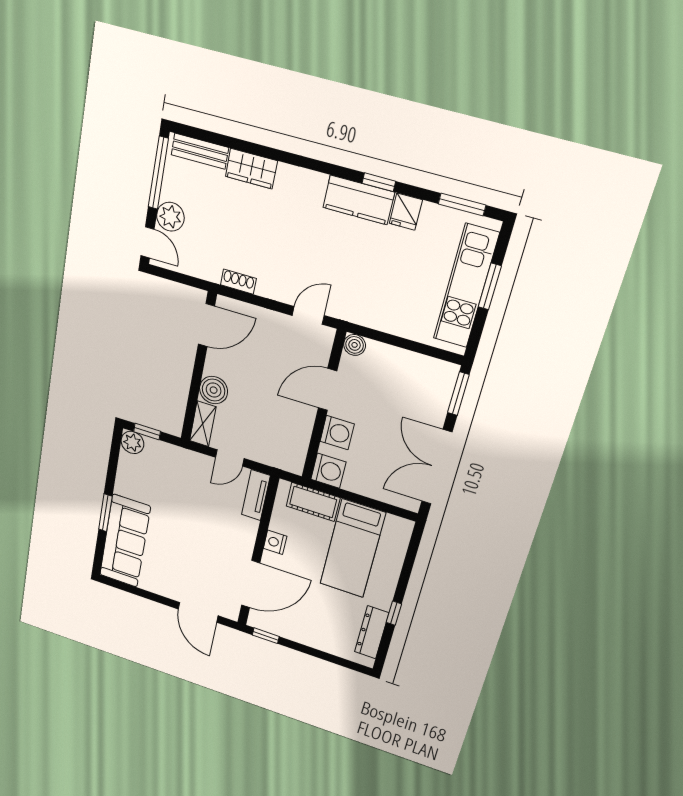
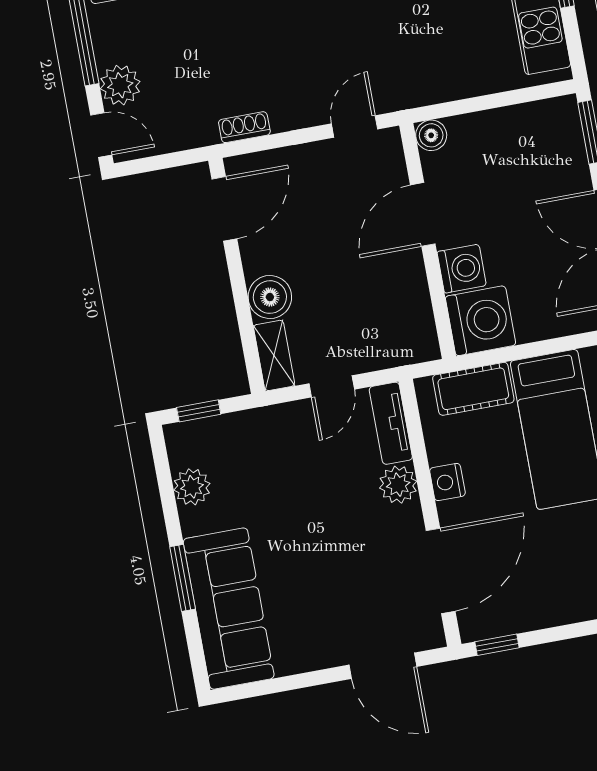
plant: (132, 442) -> (192, 487), moved
washing machine: (328, 471) -> (481, 321), width x1.37, depth x1.37
plant: (246, 529) -> (398, 485), added

